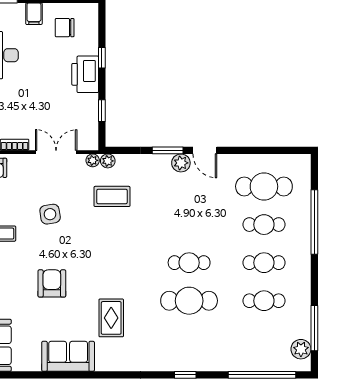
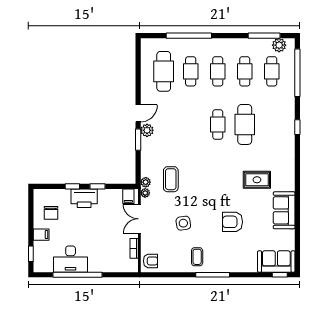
window: (102, 111) -> (97, 186), moved
filing cabinet: (88, 137) -> (128, 196), added
cafe table: (264, 339) -> (272, 71), added

